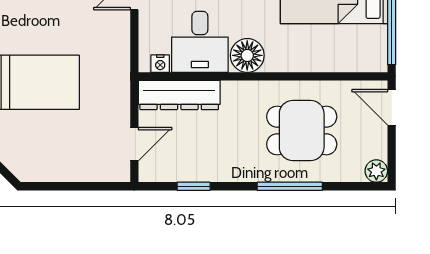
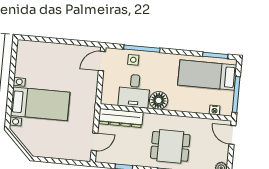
nightstand: (160, 64) -> (215, 110), moved
dining table: (302, 130) -> (170, 146), moved

